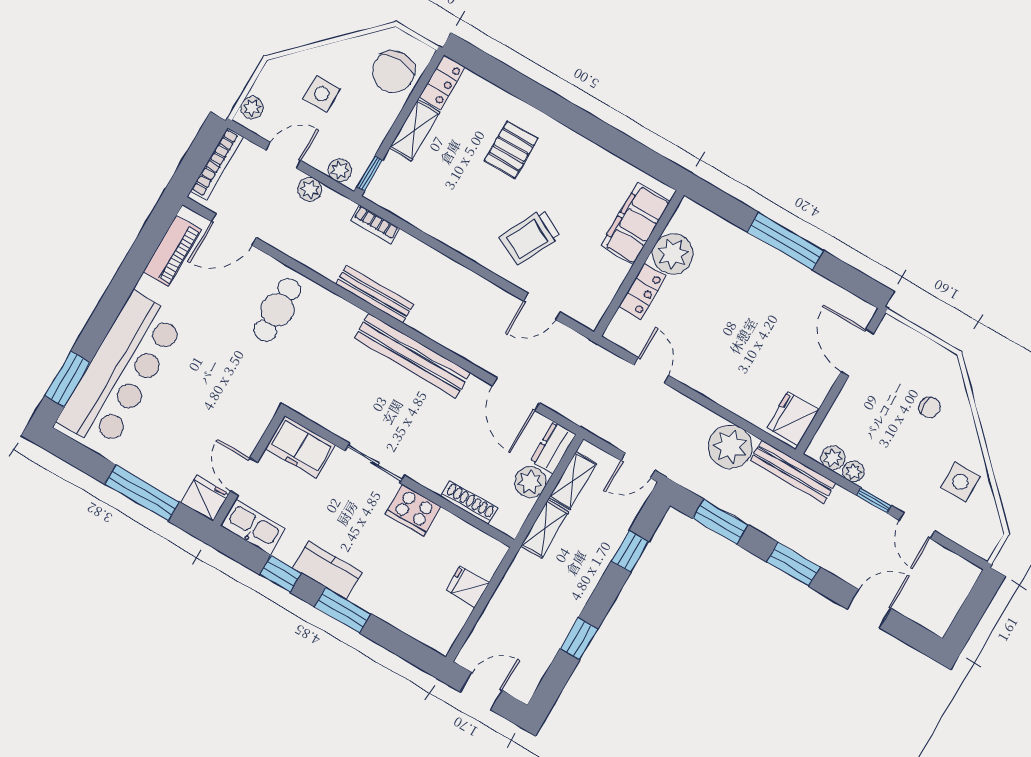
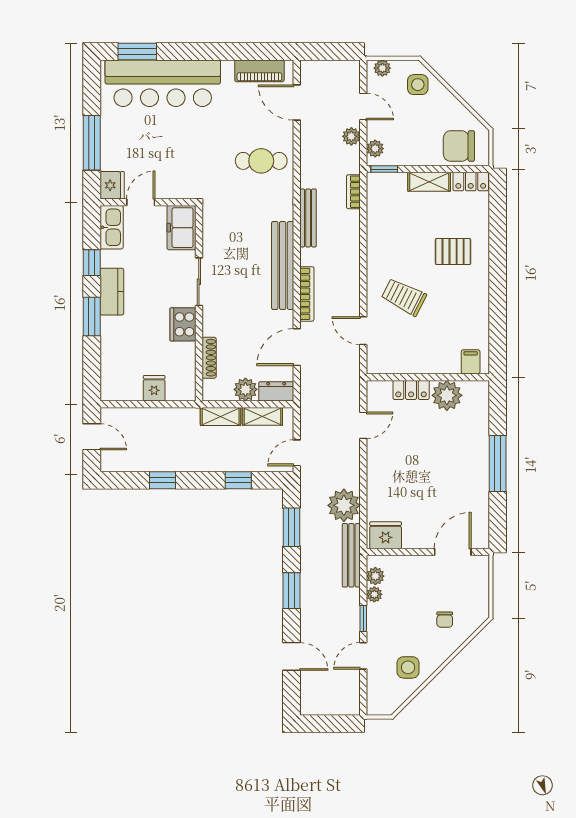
side table: (322, 94) -> (418, 85), moved
bookcase: (217, 164) -> (307, 294), moved, turned -90
filing cabinet: (635, 224) -> (471, 362), width x0.33, depth x0.86
door: (638, 466) -> (297, 453), hinge flipped

